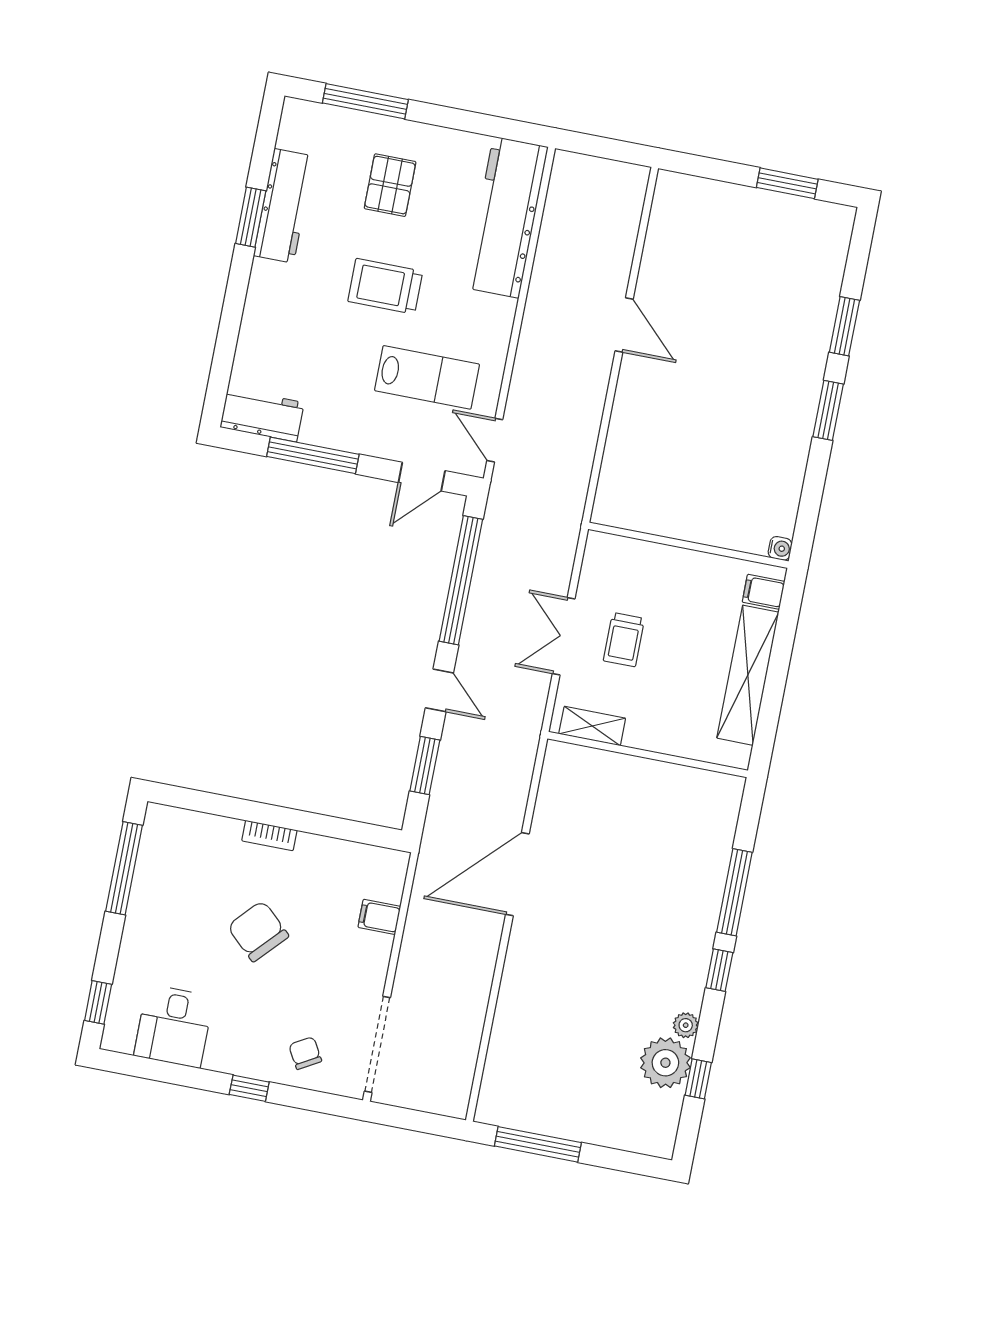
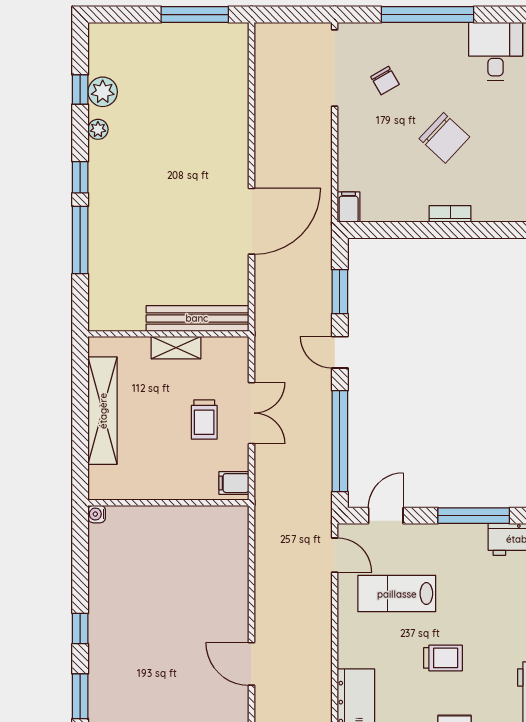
trolley: (385, 286) -> (443, 658), width x0.73, depth x0.72
window: (828, 410) -> (80, 628), width x0.67
filing cabinet: (763, 592) -> (234, 483), moved, turned 180
trolley: (624, 640) -> (204, 420), turned 180
shelving: (592, 726) -> (176, 348), moved
bench: (608, 767) -> (197, 318), added
filing cabinet: (379, 917) -> (349, 207), moved, turned -90
chair: (305, 1053) -> (385, 81), moved
plant: (665, 1063) -> (103, 92), width x0.73, depth x0.73
window: (249, 1088) -> (428, 15), width x3.17

